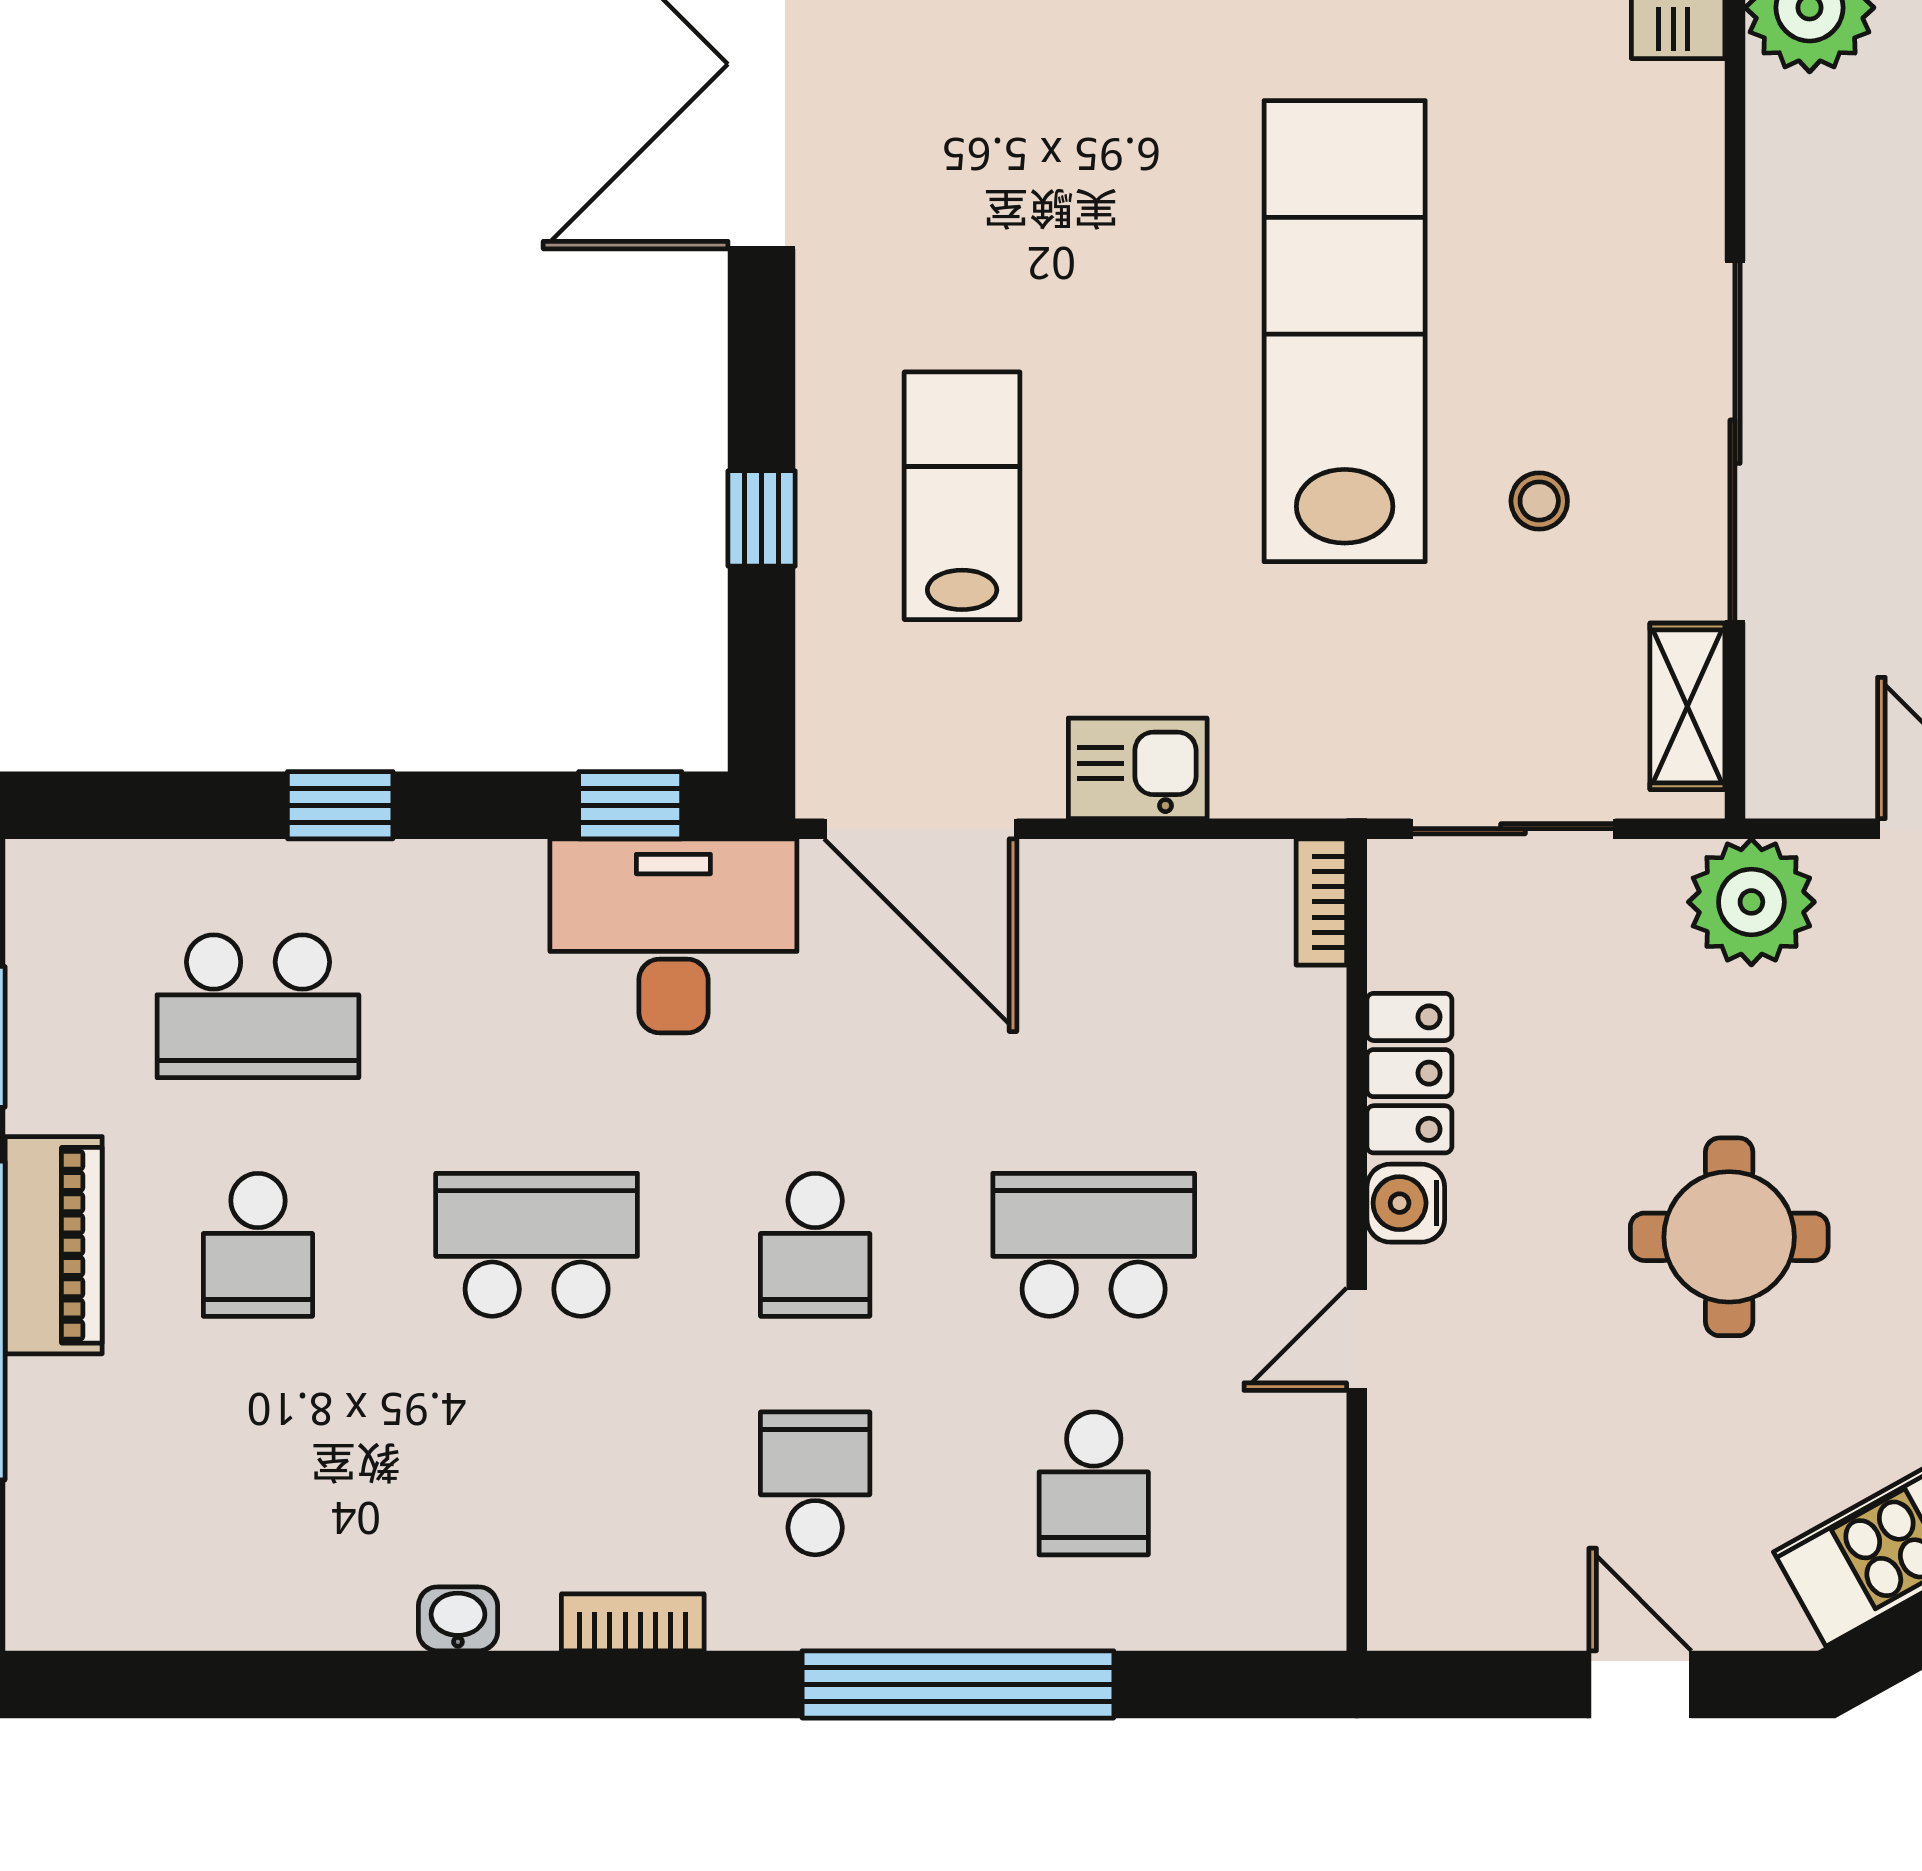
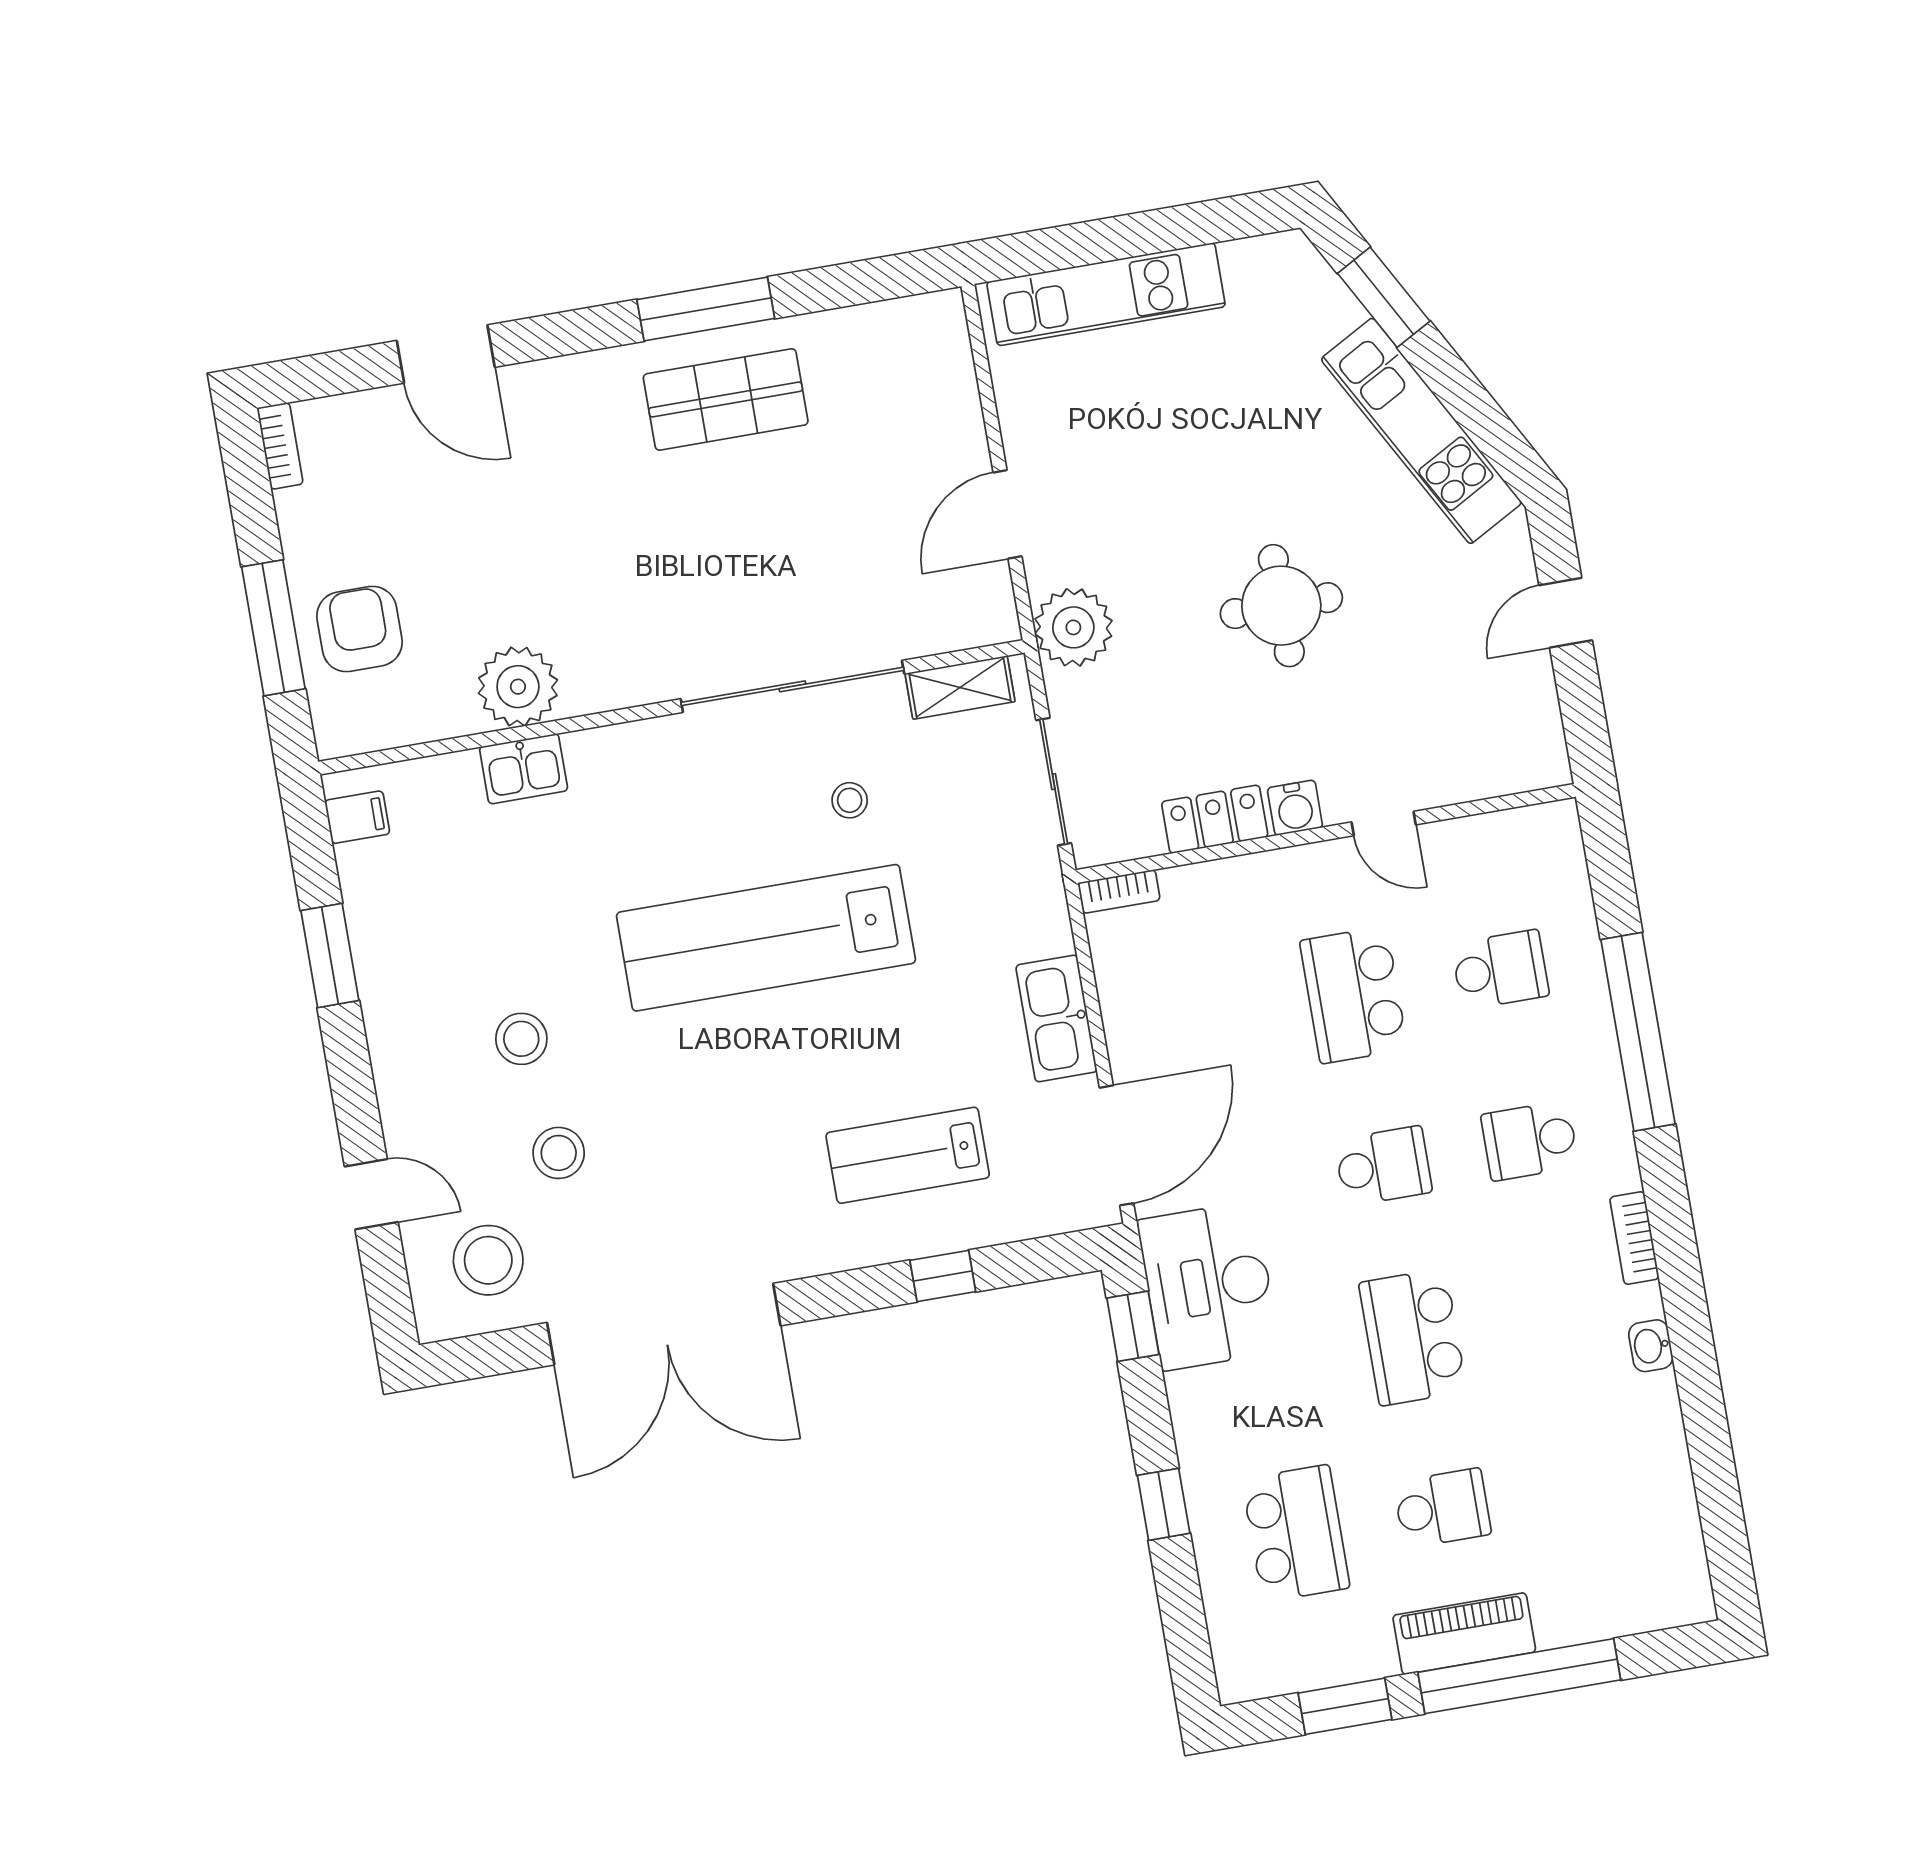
kitchen sink: (1138, 768) -> (1056, 1018), width x1.38

